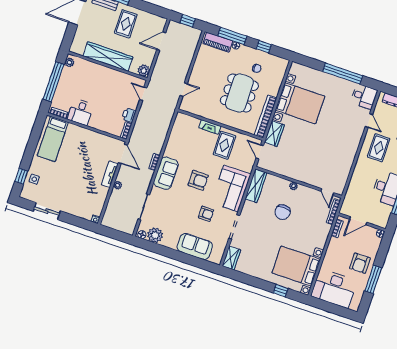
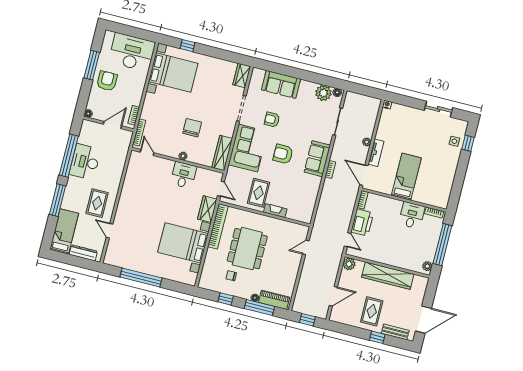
desk: (364, 97) -> (183, 175), moved, turned 90
printer: (129, 115) -> (362, 222), width x1.87, depth x1.48
bed: (53, 139) -> (406, 177), moved

